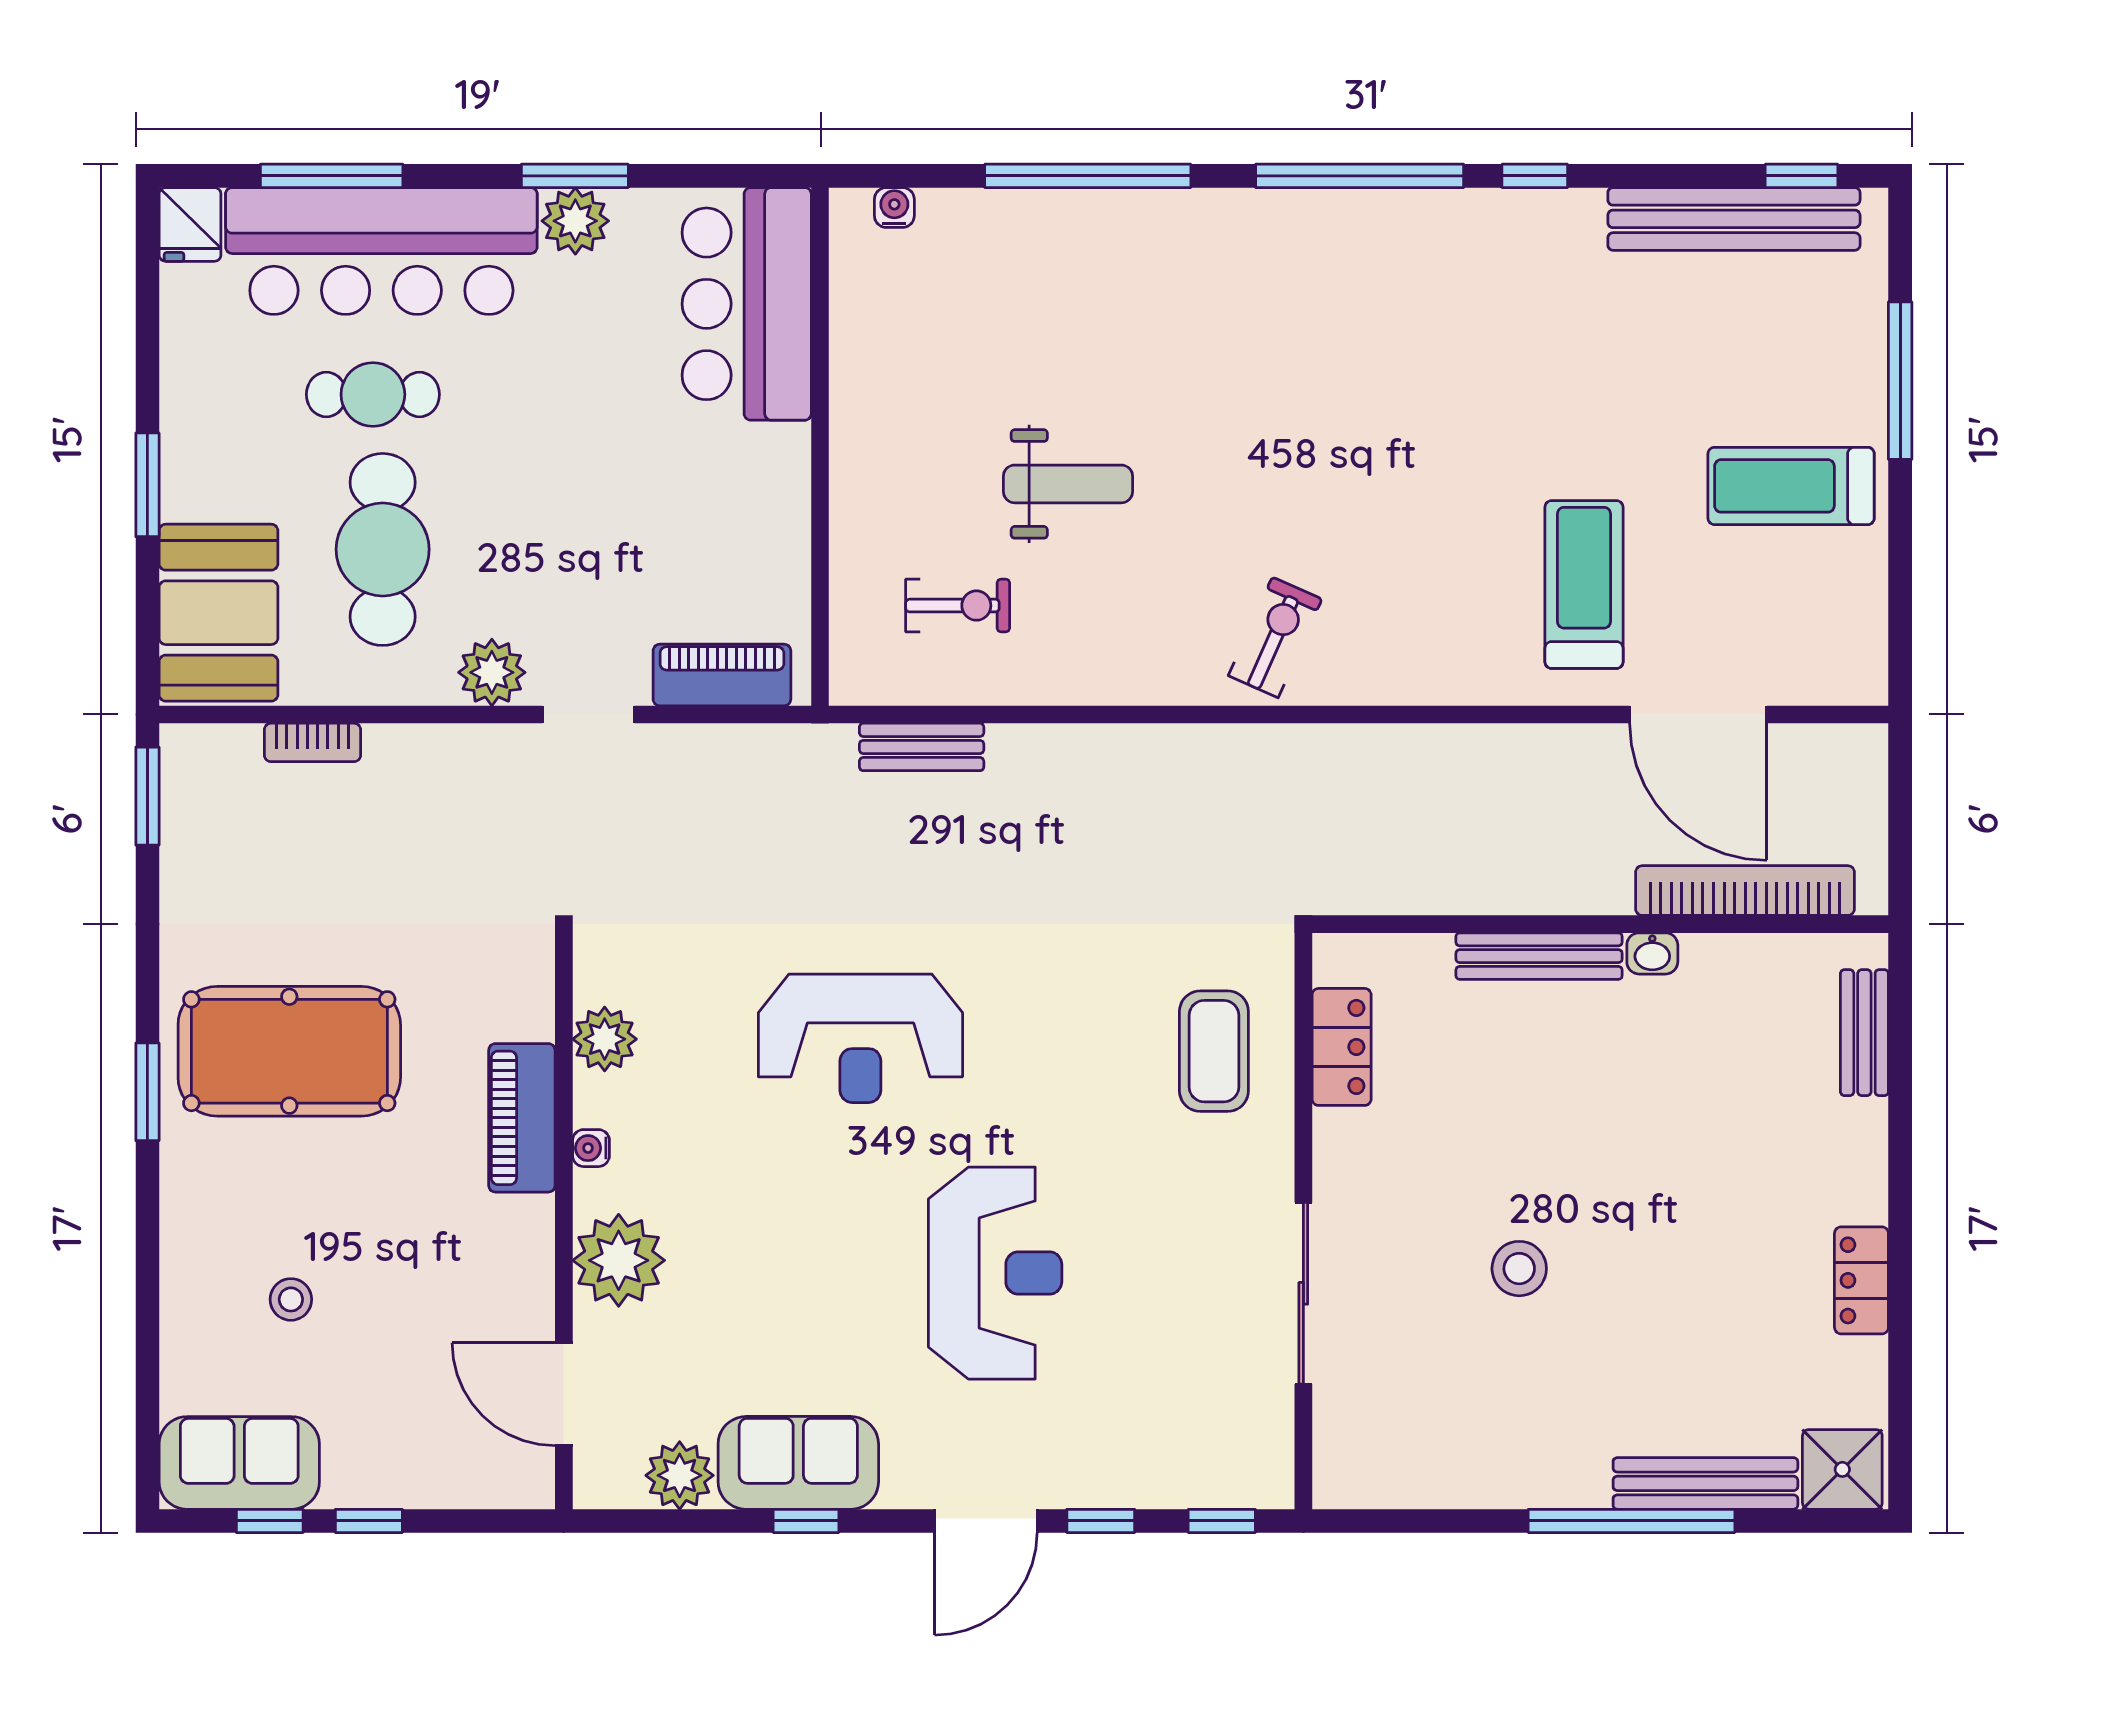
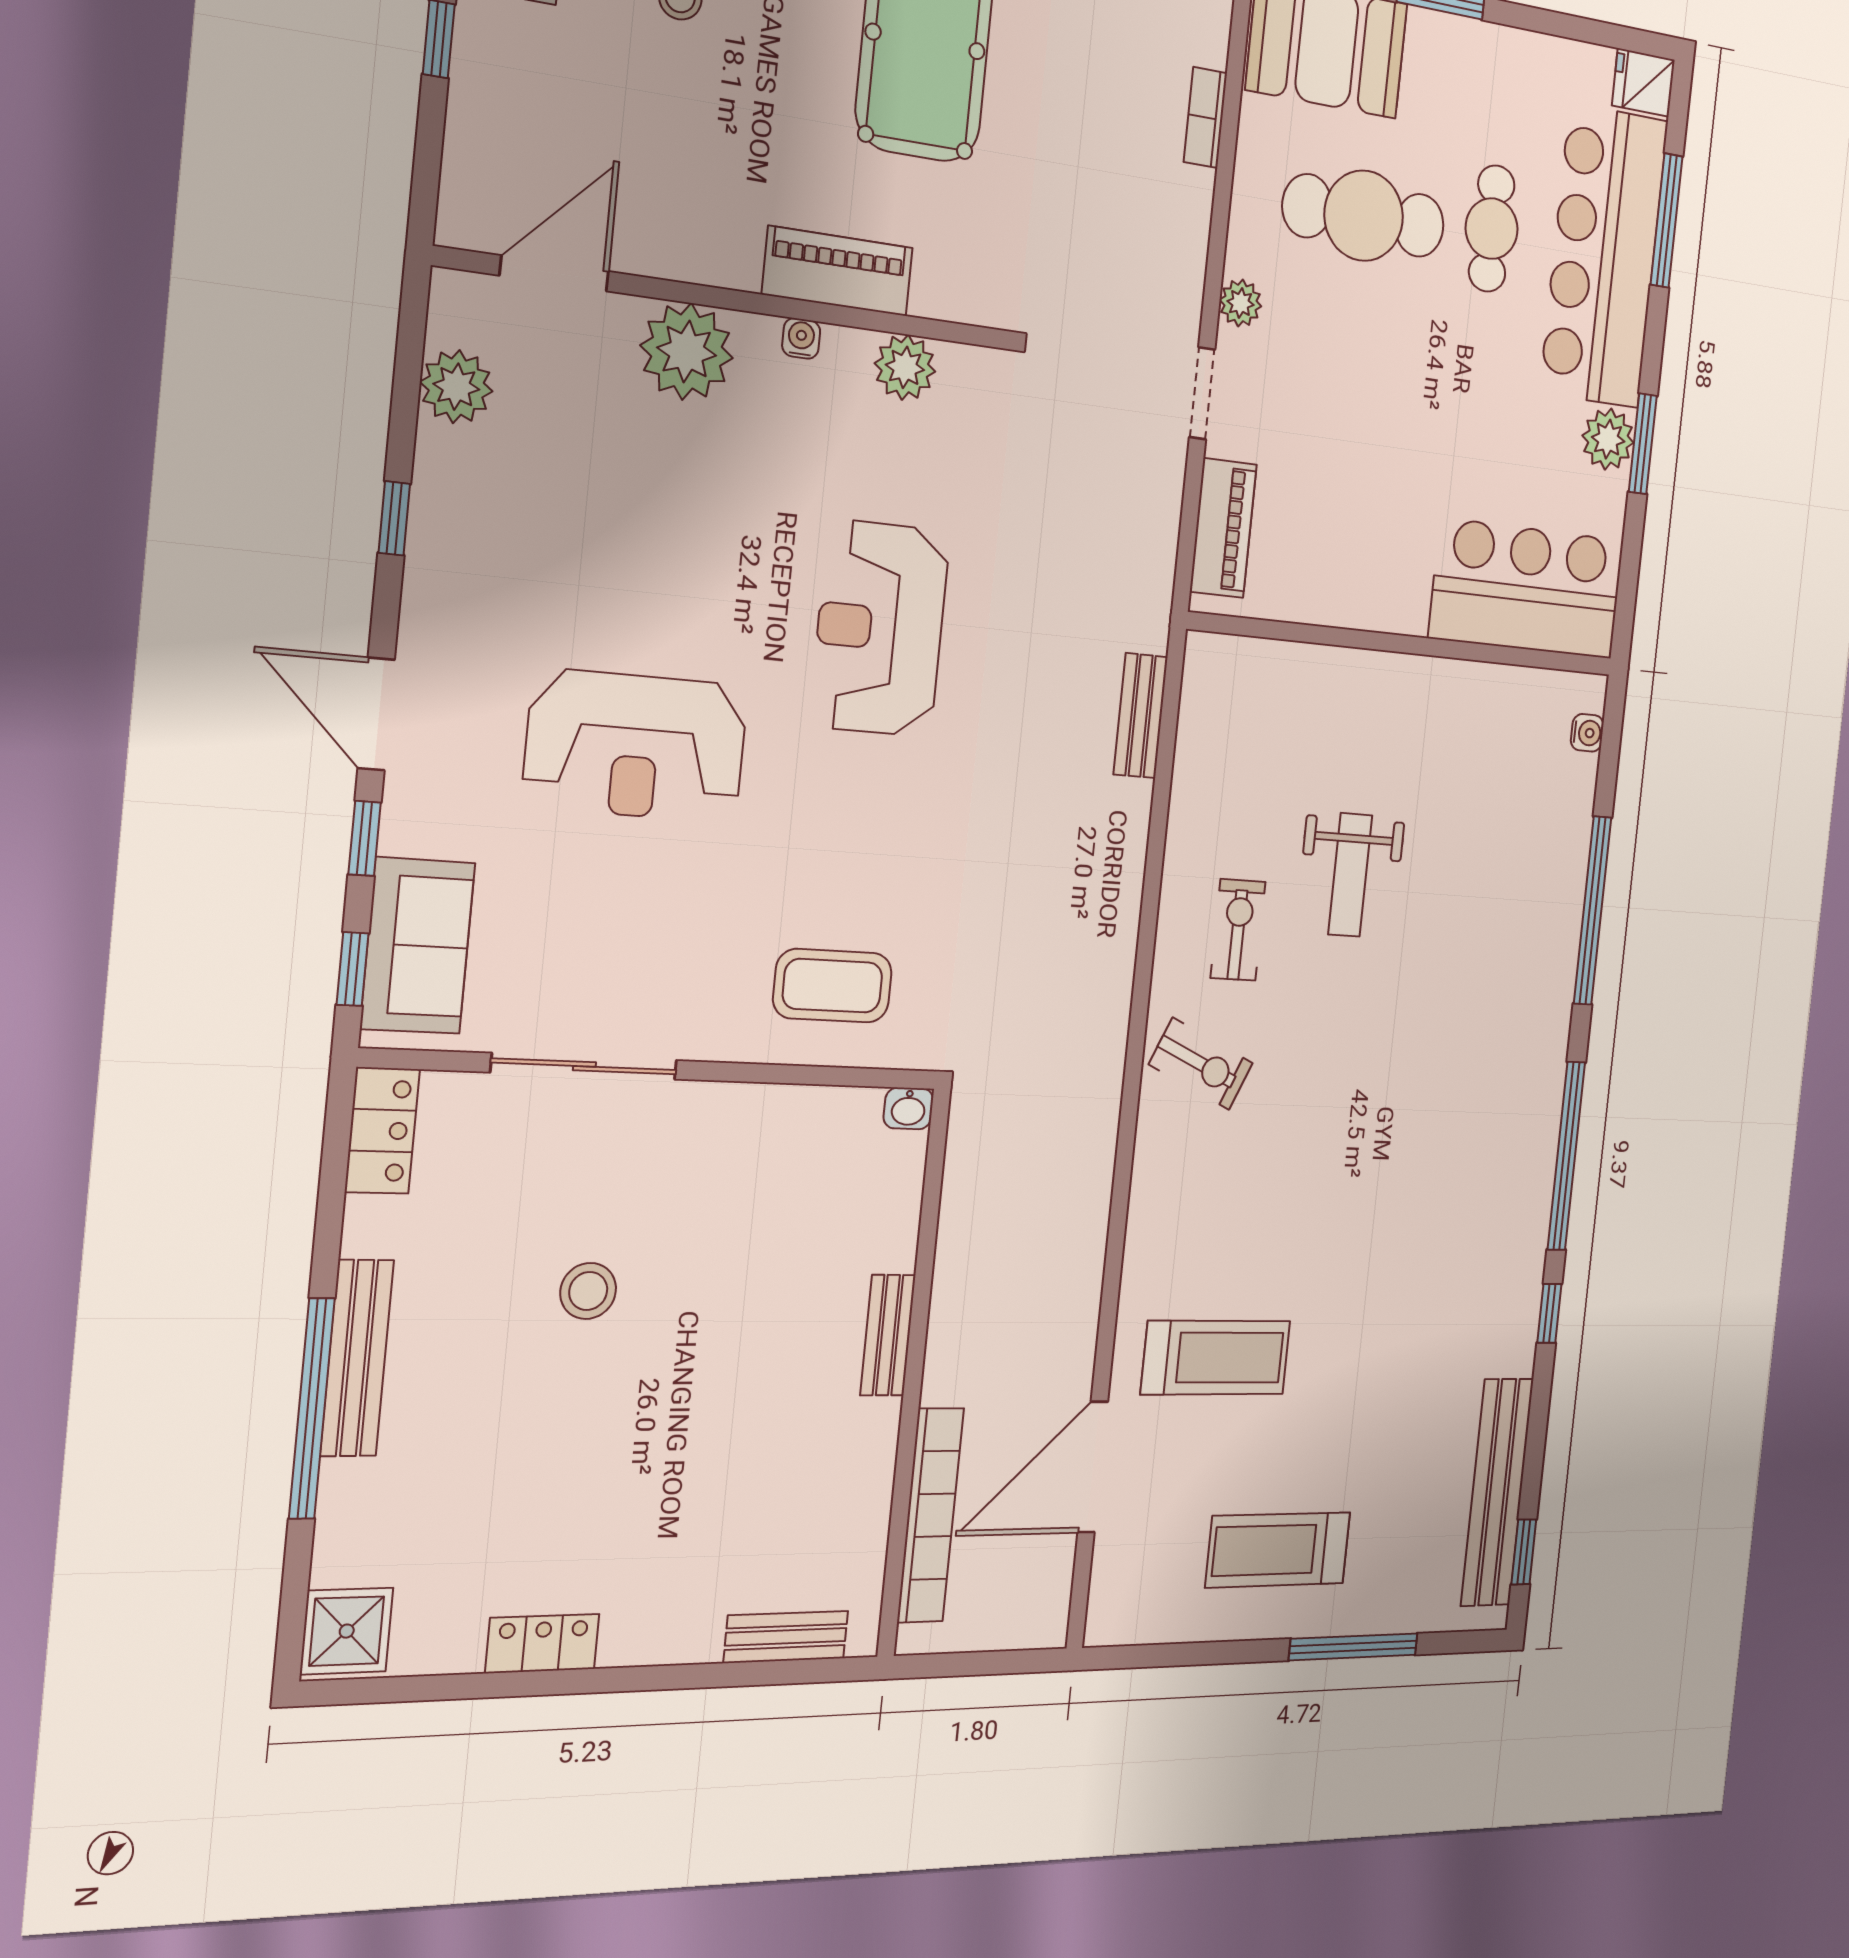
treadmill: (1791, 486) -> (1278, 1550), turned -90
exercise bike: (958, 606) -> (1238, 930), moved, turned 180
plant: (492, 672) -> (1241, 303), width x0.73, depth x0.73
washbasin: (1652, 953) -> (908, 1108), moved, turned -90
bench: (1539, 956) -> (888, 1335), width x0.73
locker: (1342, 1047) -> (382, 1131), moved, turned -90
sofa: (798, 1463) -> (418, 946), moved
bench: (1705, 1483) -> (357, 1358), moved

